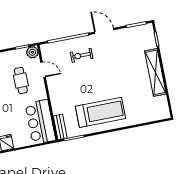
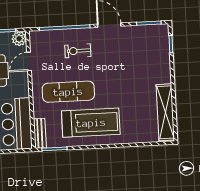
door: (43, 70) -> (29, 61), swing flipped
shelving: (155, 72) -> (165, 112), moved
exercise mat: (79, 90) -> (68, 92), added

